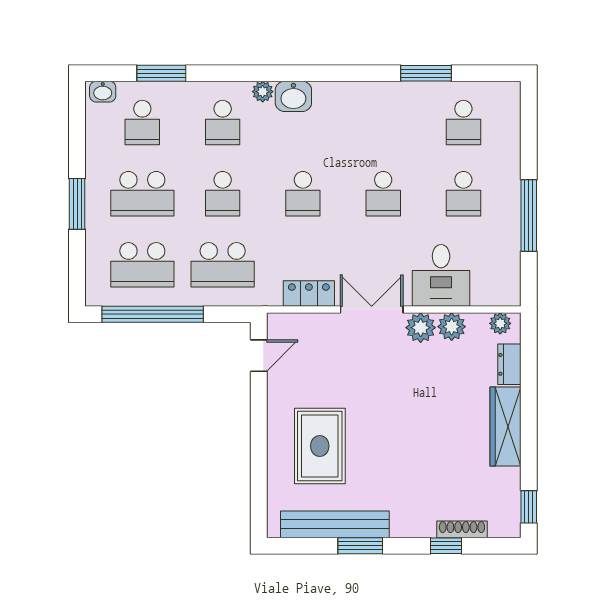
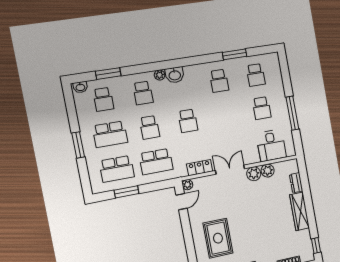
school desk: (383, 194) -> (219, 81), moved
desk: (441, 275) -> (271, 145), moved
window: (153, 314) -> (126, 192), width x0.47
plant: (500, 323) -> (187, 185), moved

